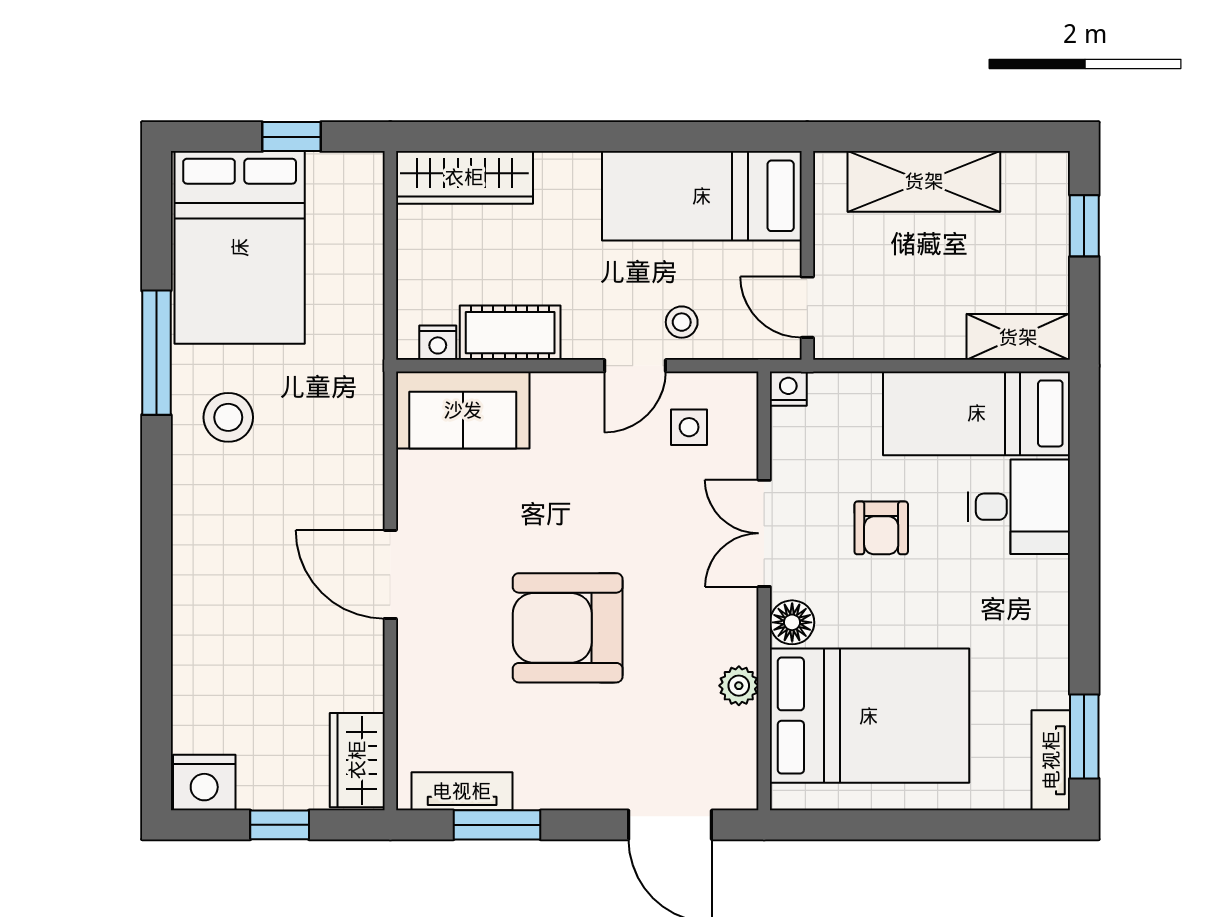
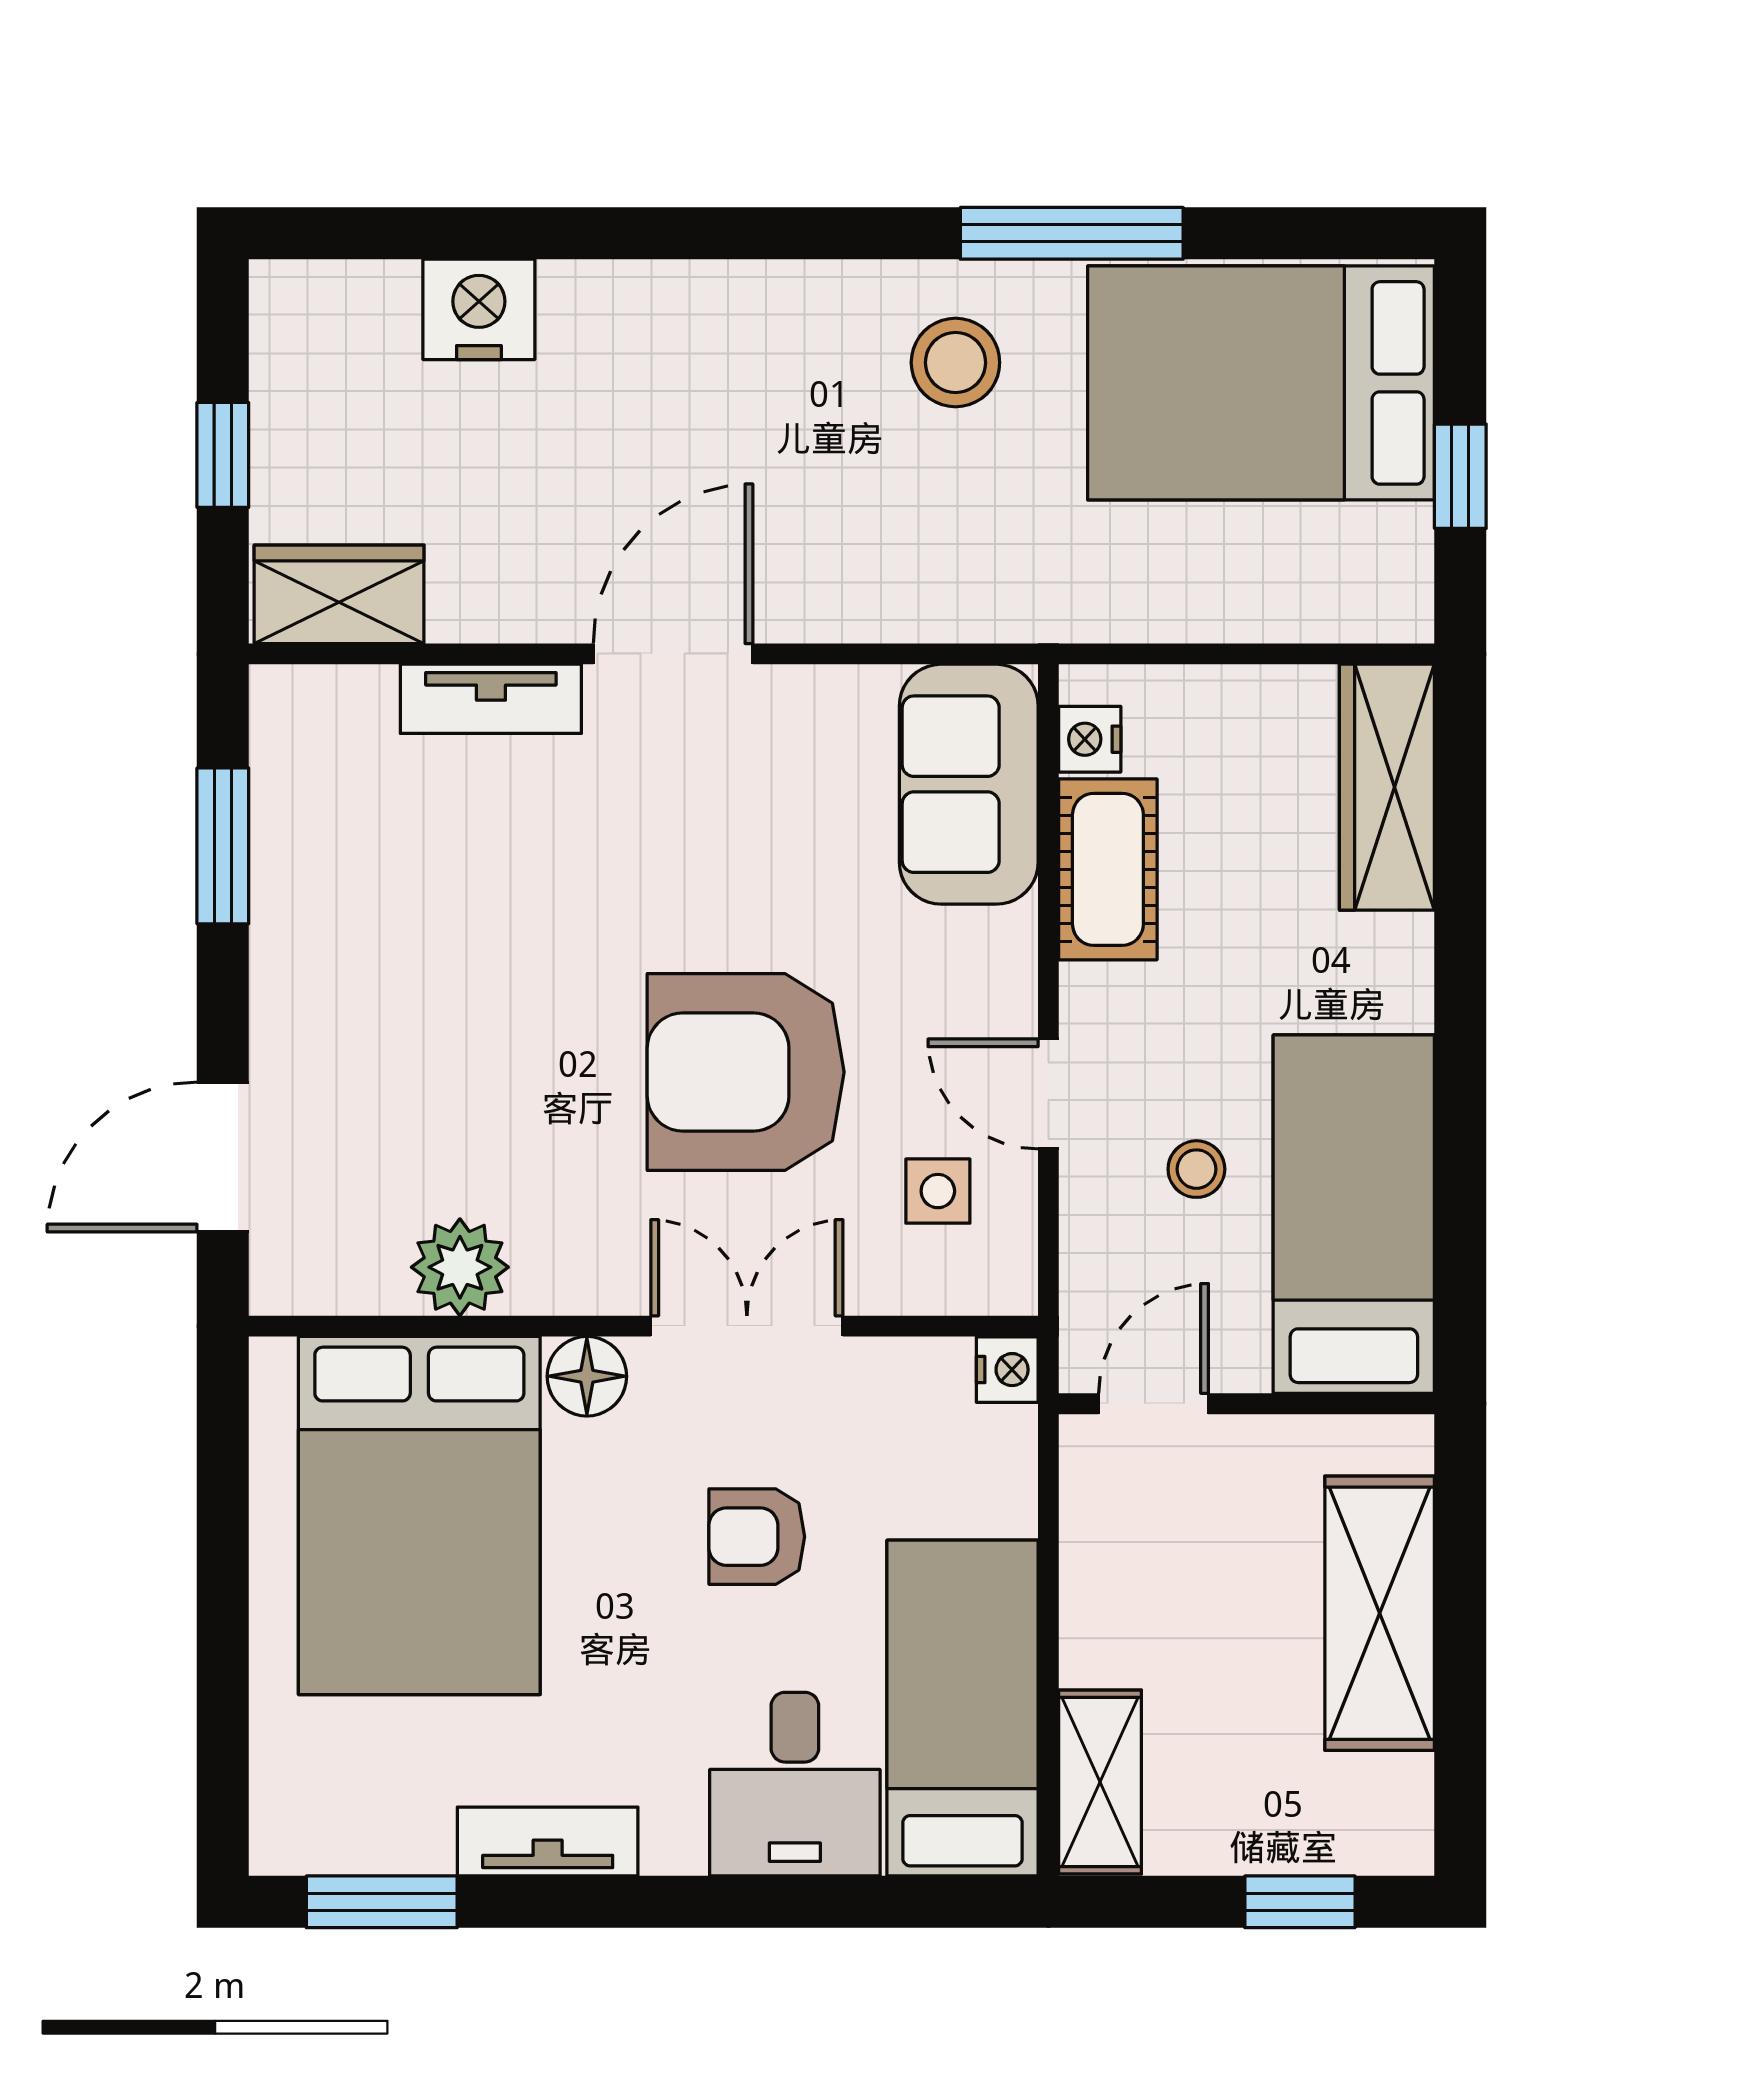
stool: (682, 322) -> (1196, 1169), moved
armchair: (568, 628) -> (746, 1072), moved, turned -90
plant: (739, 686) -> (460, 1267), width x1.38, depth x1.38
tv unit: (1051, 760) -> (548, 1841), moved
nightstand: (204, 783) -> (479, 309), moved, turned 90
tv unit: (462, 791) -> (491, 699), moved, turned 90

